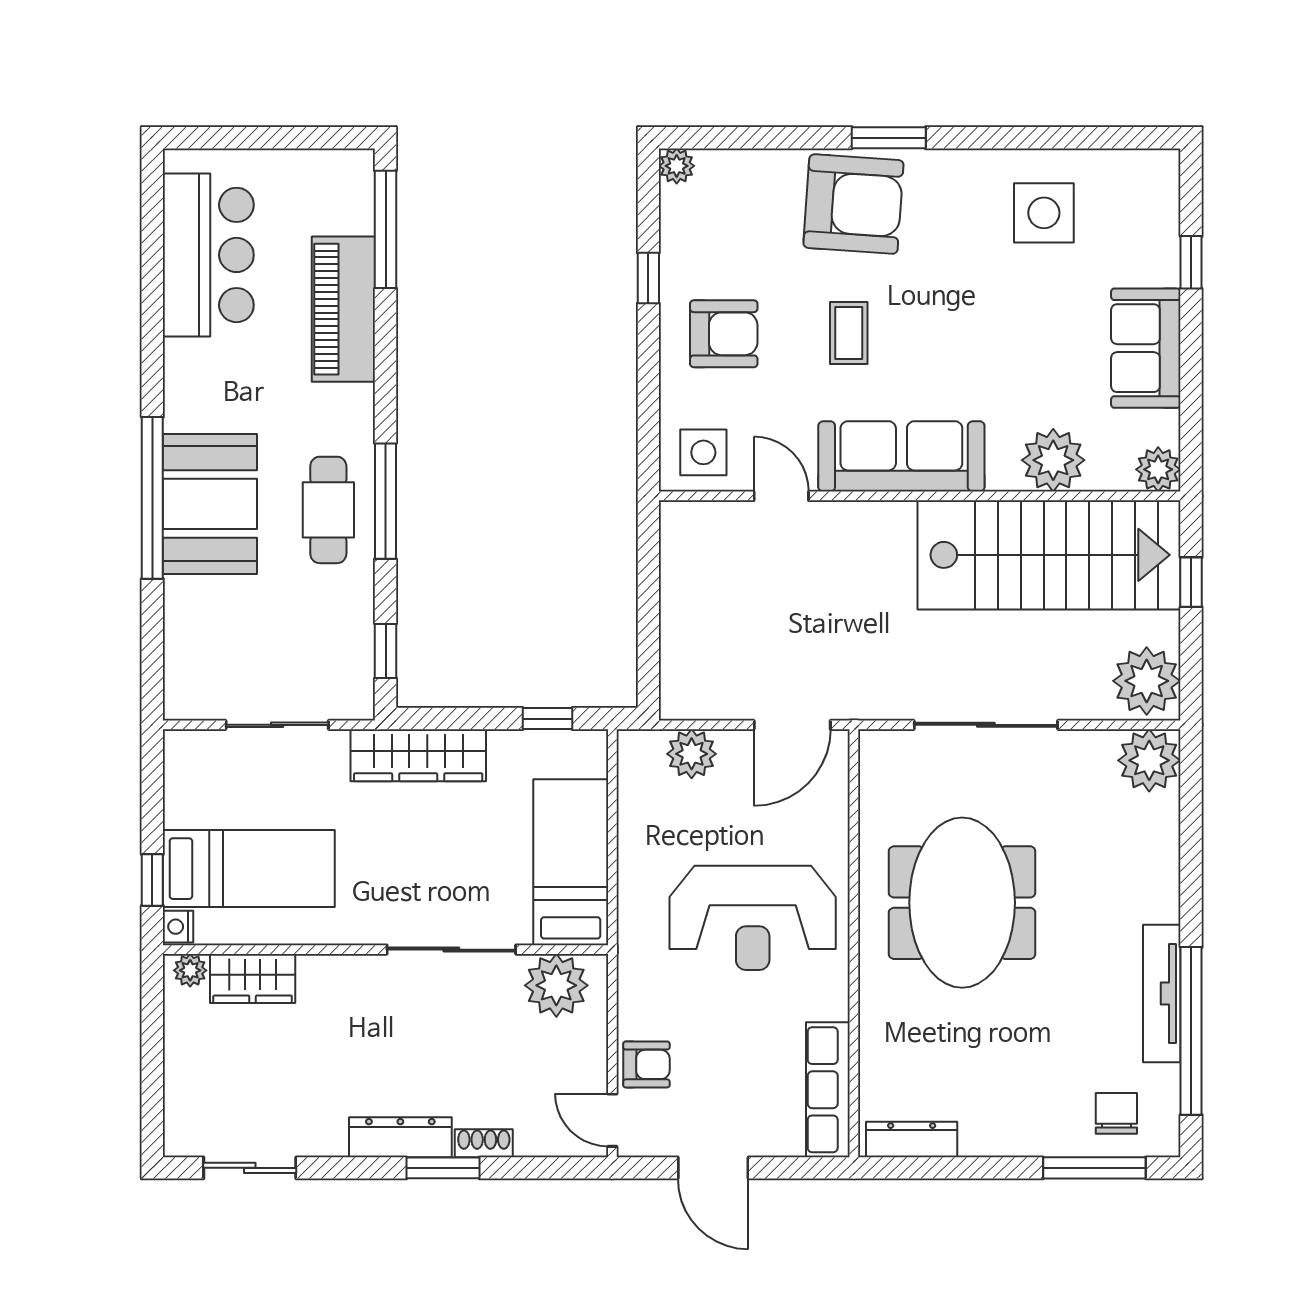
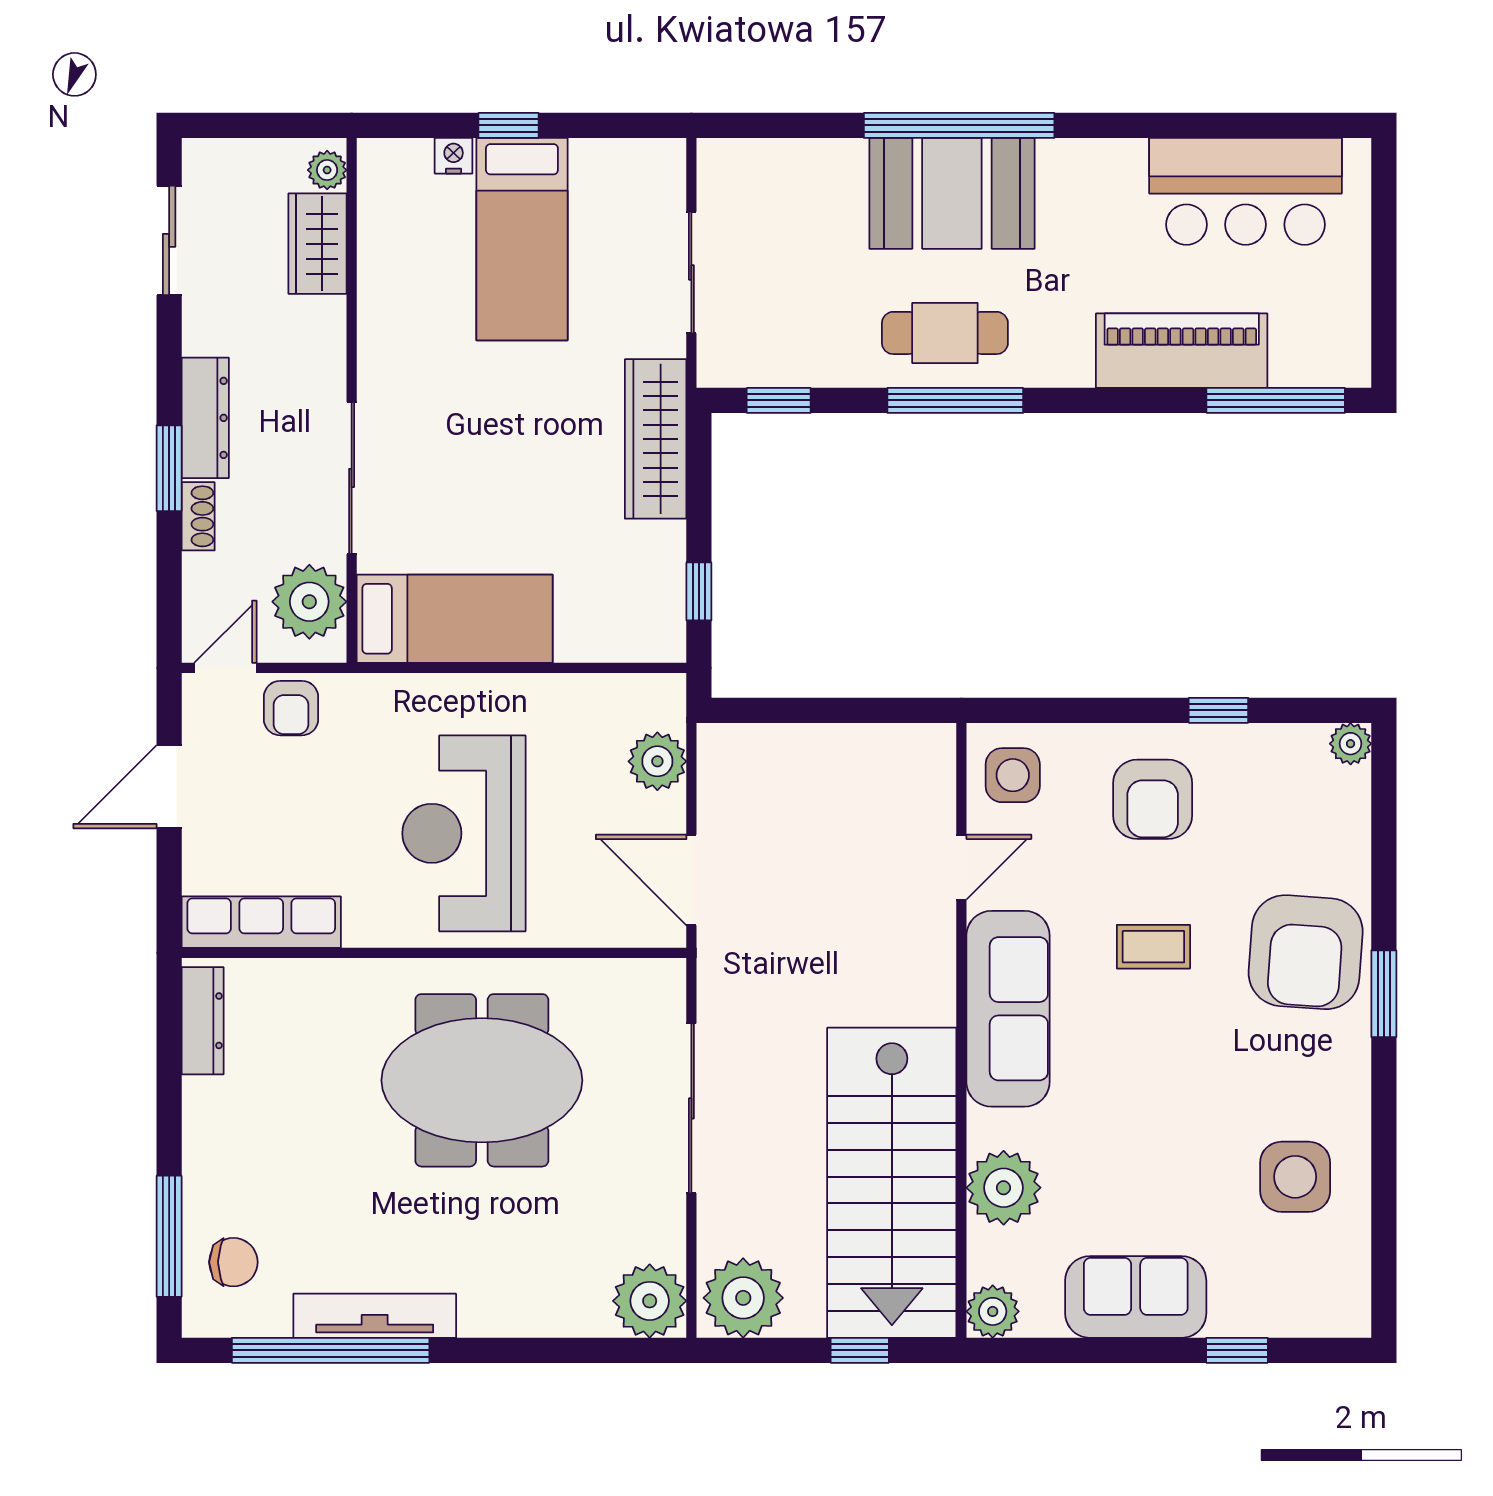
bed: (571, 862) -> (455, 619), moved
wall: (386, 950) -> (352, 400), moved
sliding door: (451, 950) -> (352, 478), moved
plant: (190, 970) -> (327, 170), moved
wardrobe: (253, 978) -> (317, 244), moved
plant: (556, 985) -> (309, 602), moved

